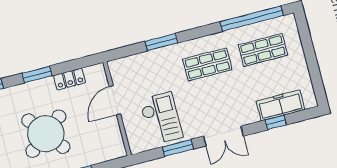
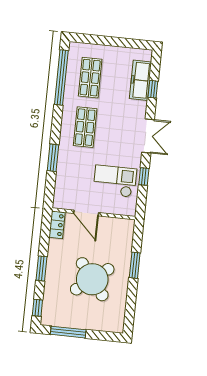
locker: (69, 79) -> (57, 225), moved
window: (178, 148) -> (144, 177), width x0.67

